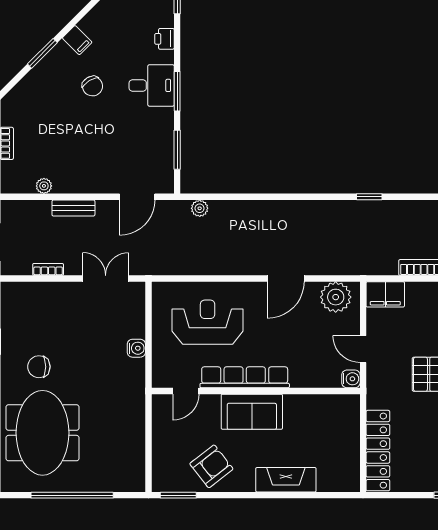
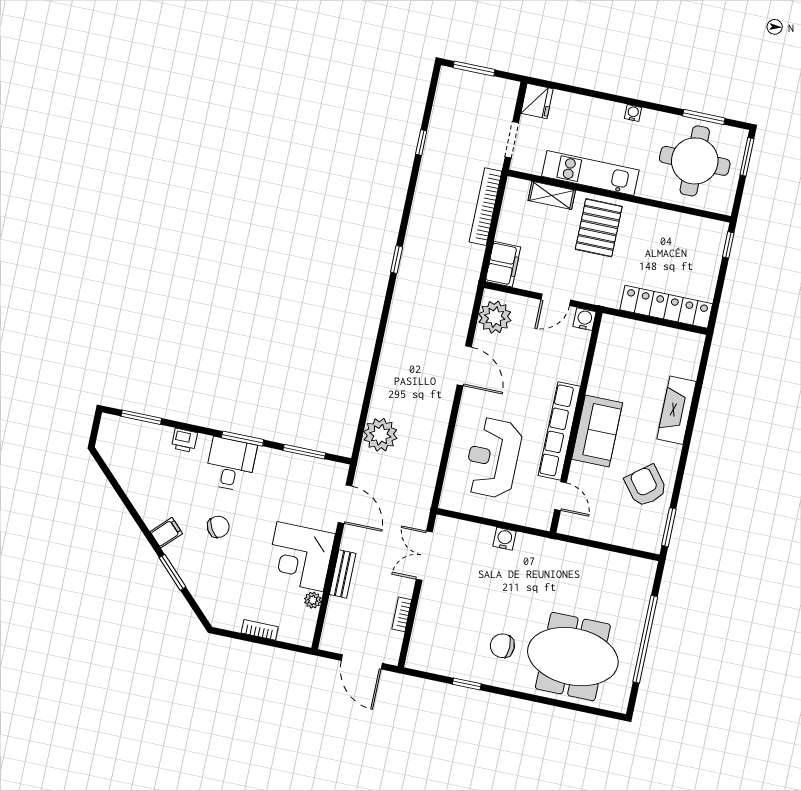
corner desk: (81, 166) -> (300, 557), added
plant: (200, 208) -> (380, 435), width x1.87, depth x1.87
chair: (39, 367) -> (502, 646), turned 91

